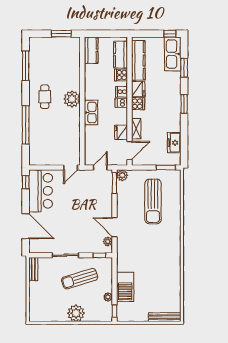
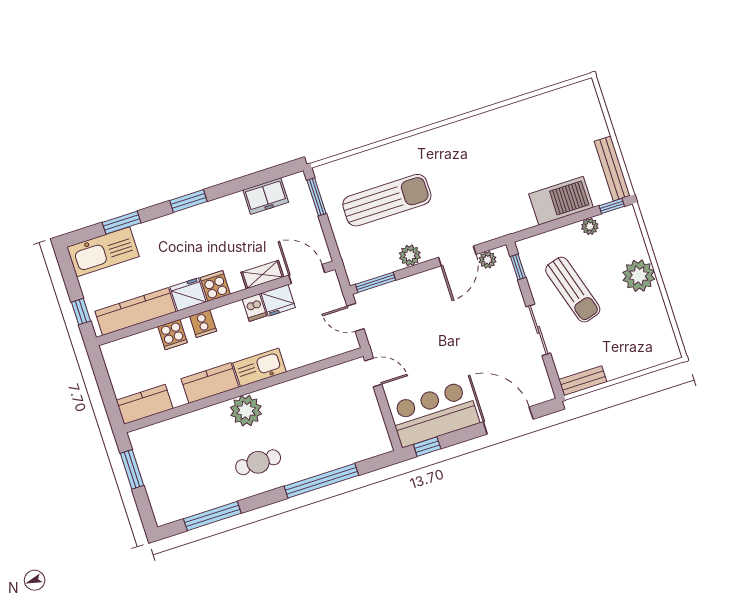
window: (170, 34) -> (81, 312), moved
kitchen counter: (121, 55) -> (210, 383), moved, turned 180
dishwasher: (121, 103) -> (254, 308), moved
plant: (122, 175) -> (410, 255), moved
door: (26, 226) -> (508, 420), hinge flipped
bench: (165, 317) -> (612, 168), moved

